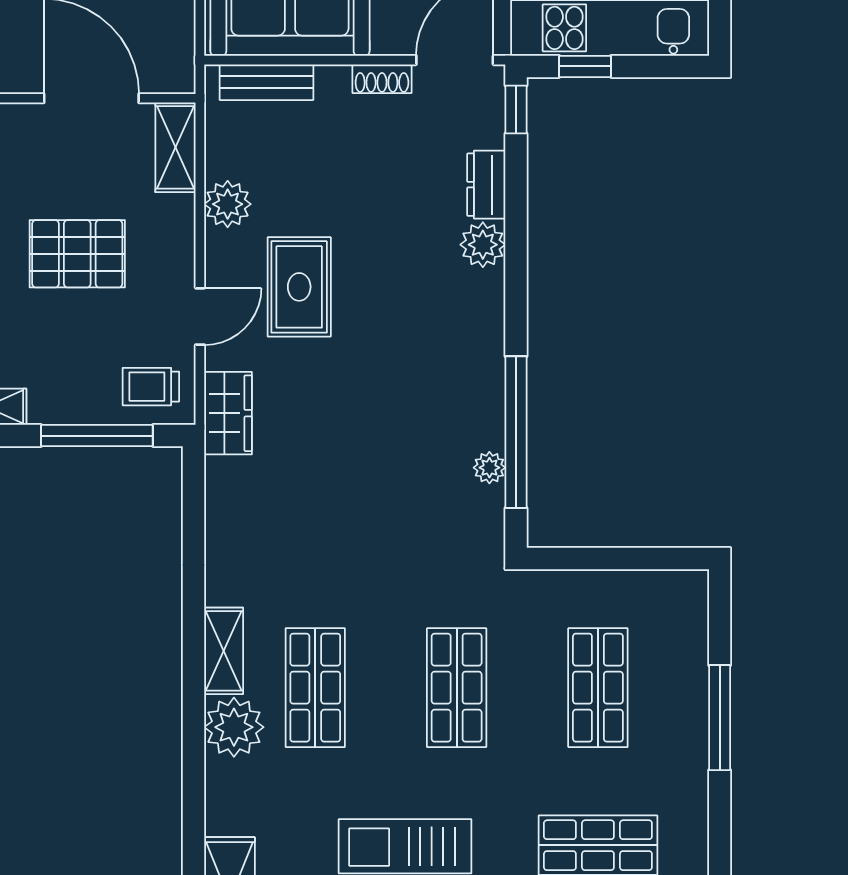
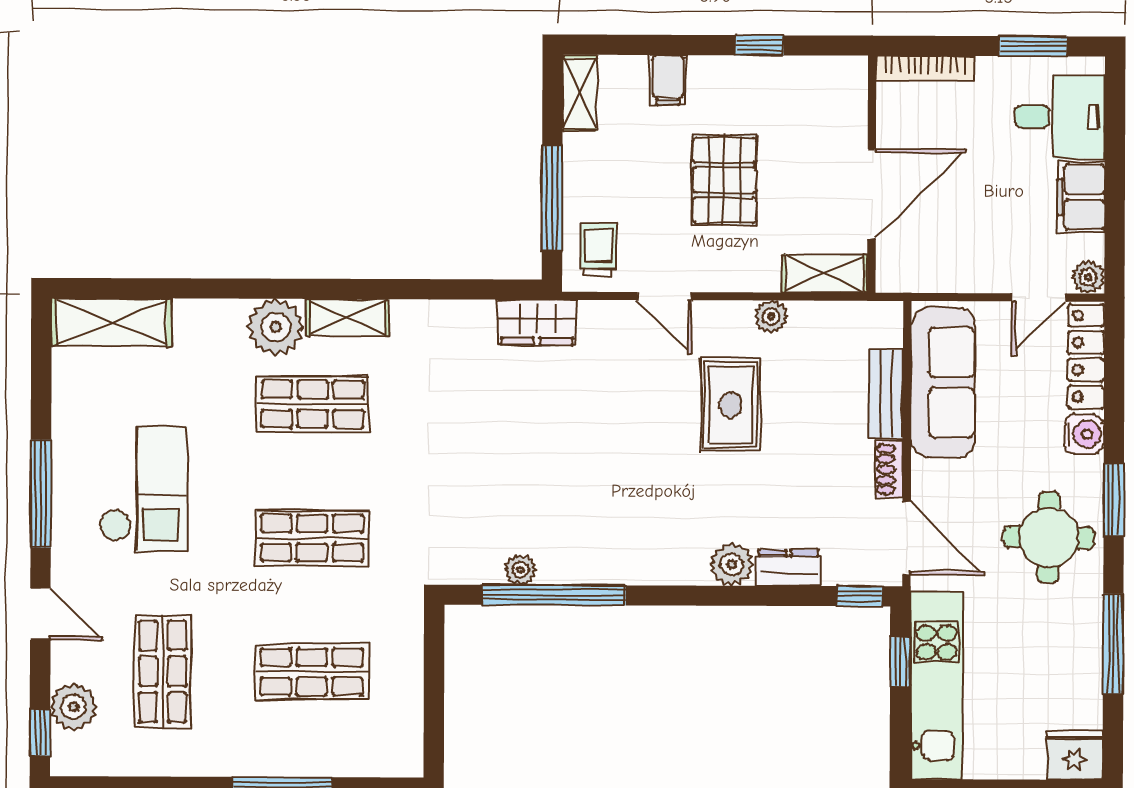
bench: (266, 82) -> (886, 394), moved
plant: (228, 204) -> (771, 317), width x0.73, depth x0.73
rug: (299, 287) -> (731, 405), moved, turned 90
wardrobe: (228, 413) -> (537, 322), moved

